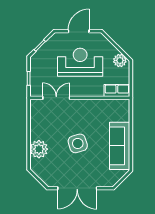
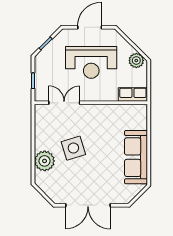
reception desk: (80, 62) -> (91, 62), turned 180
side table: (78, 143) -> (73, 148), moved

